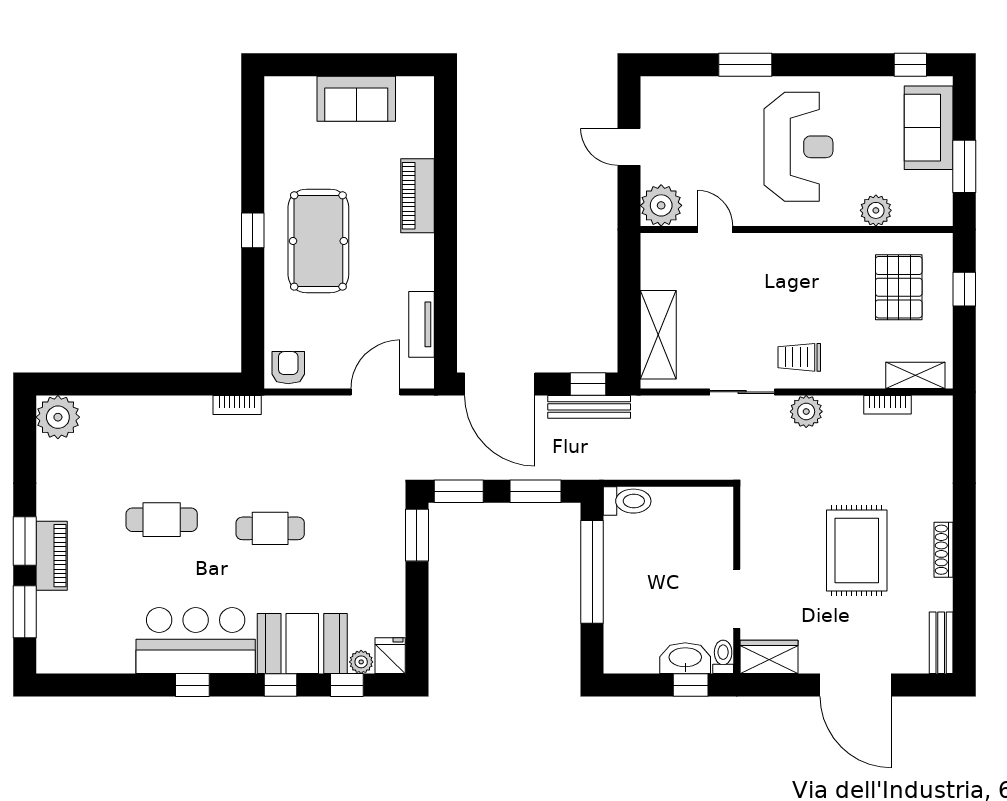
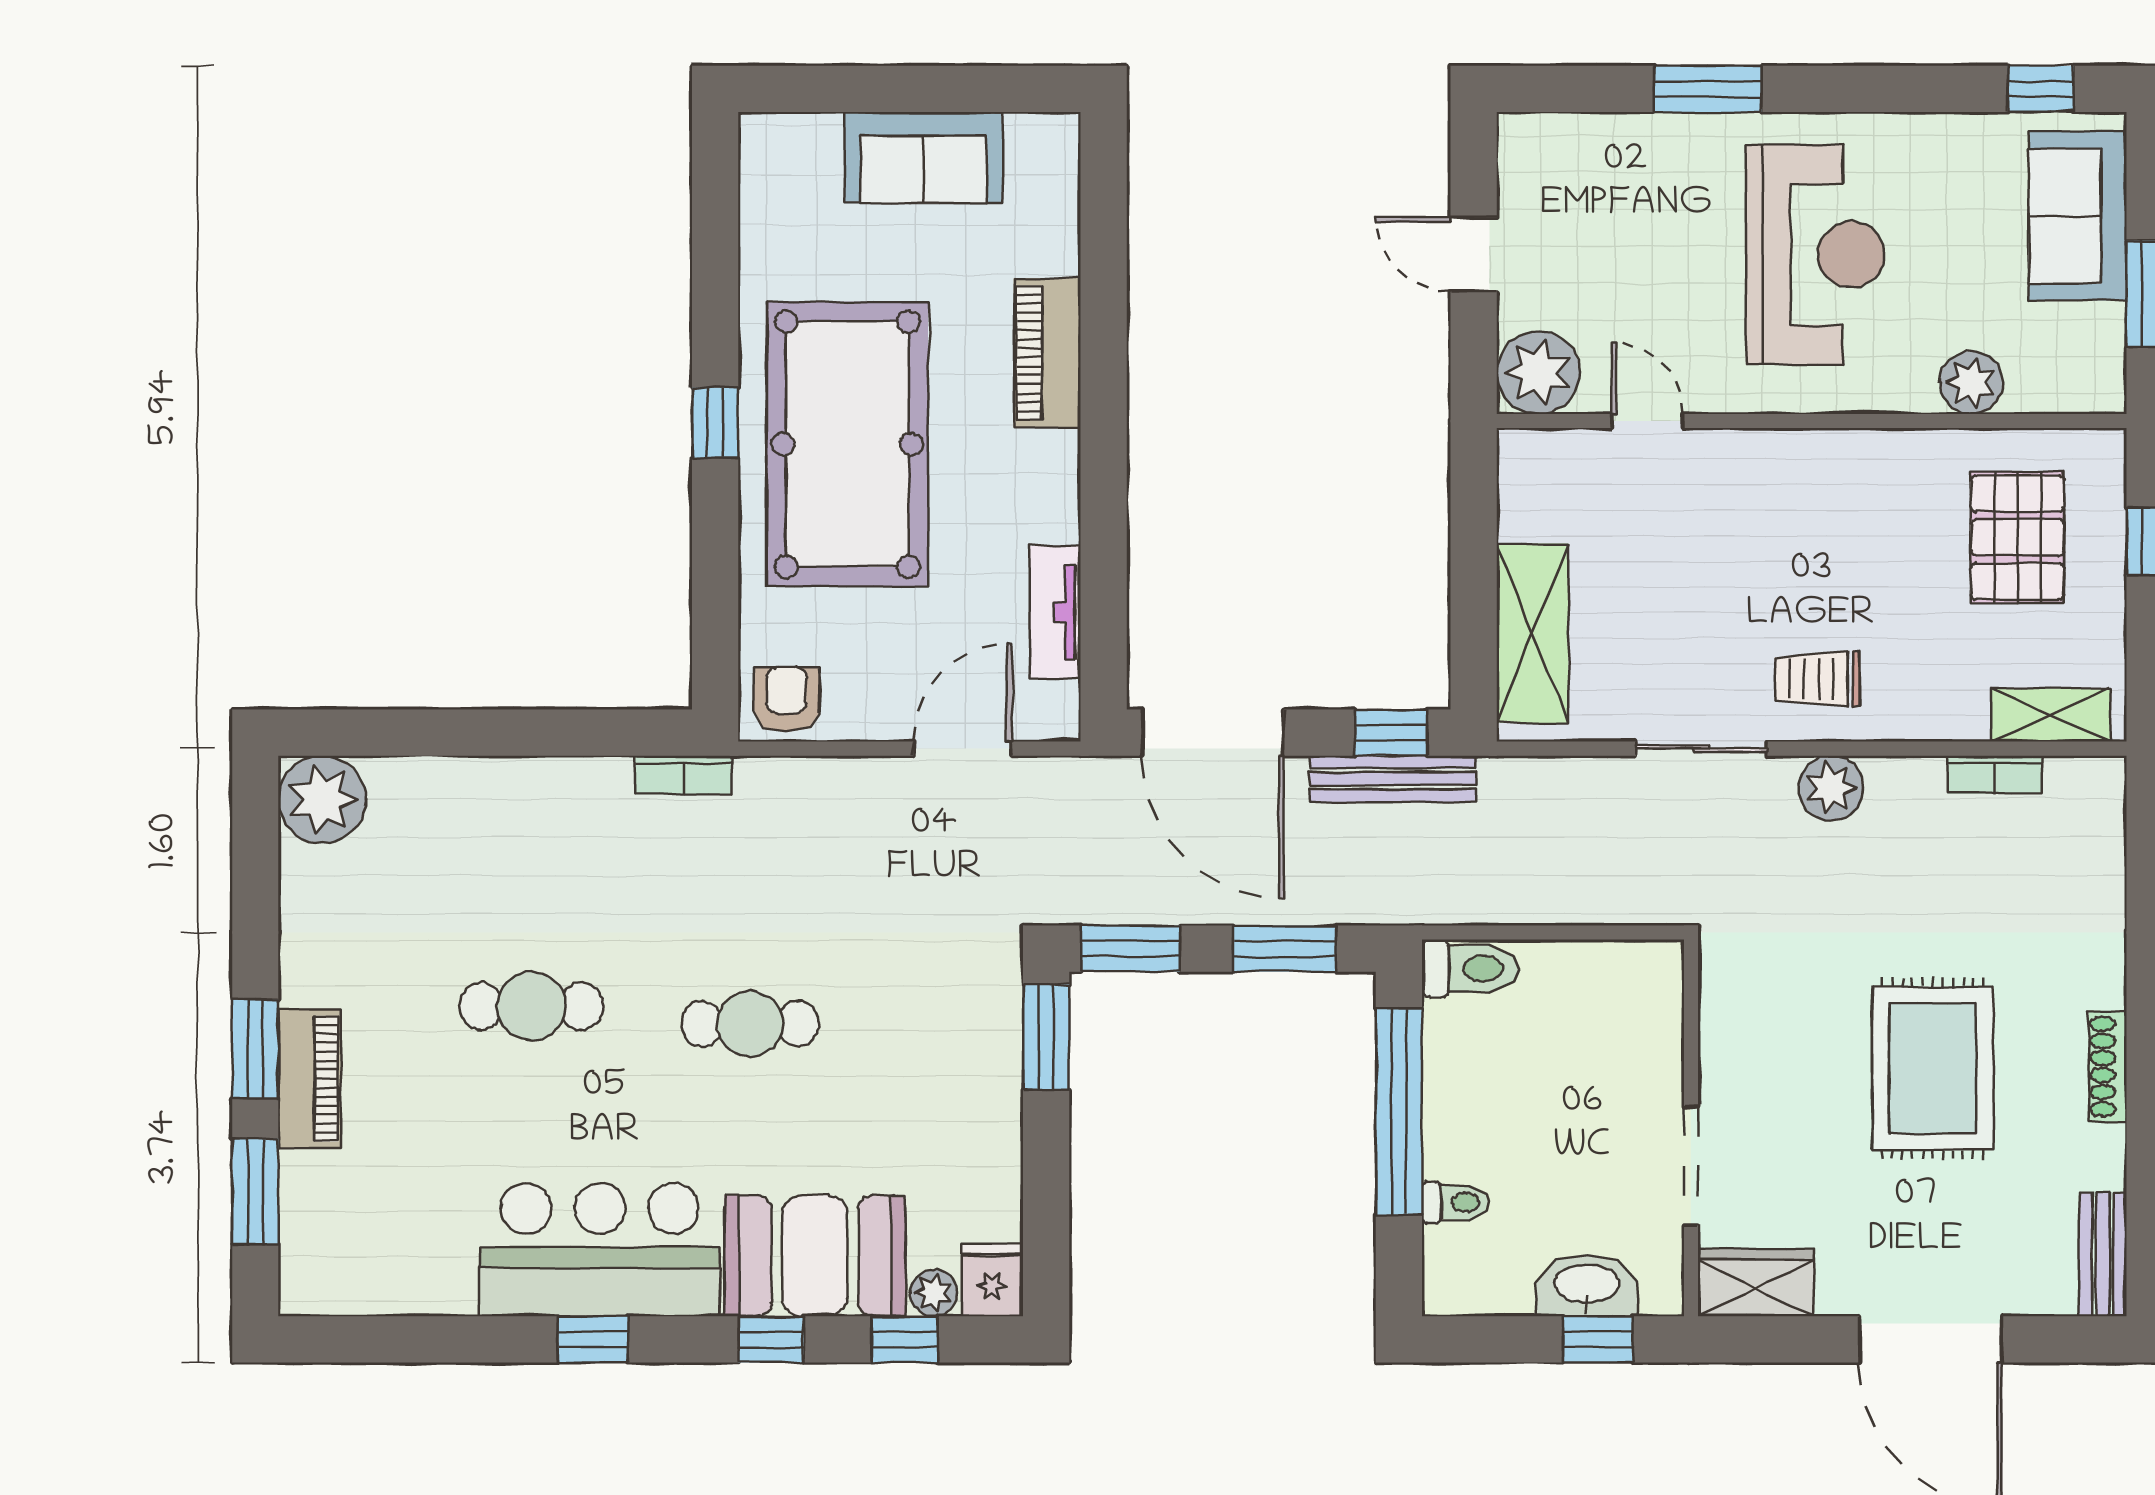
pool table: (318, 241) -> (847, 444), width x1.36, depth x1.32
toilet: (723, 657) -> (1456, 1202), moved, turned 90

